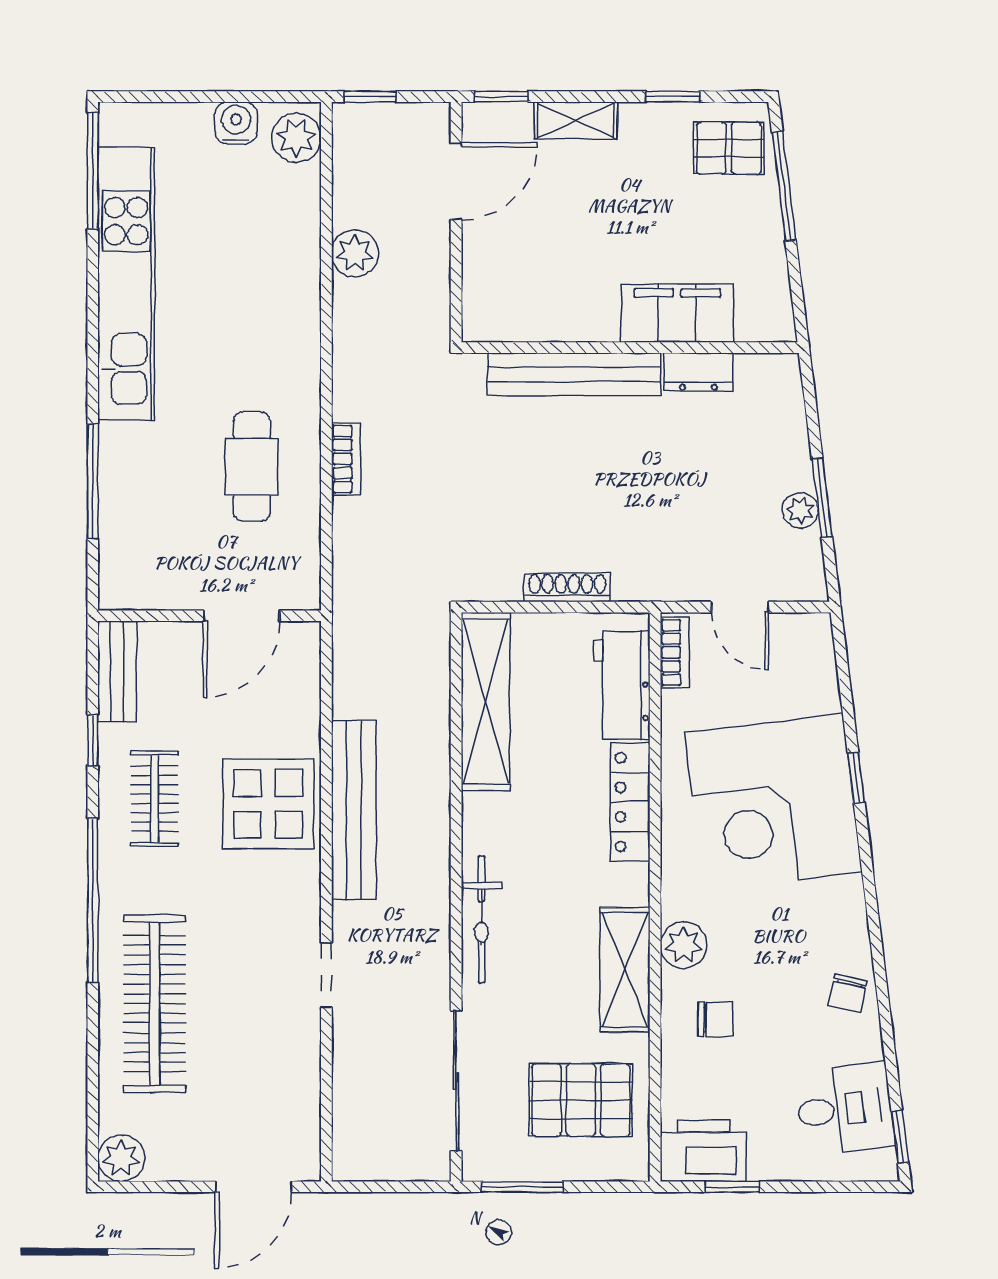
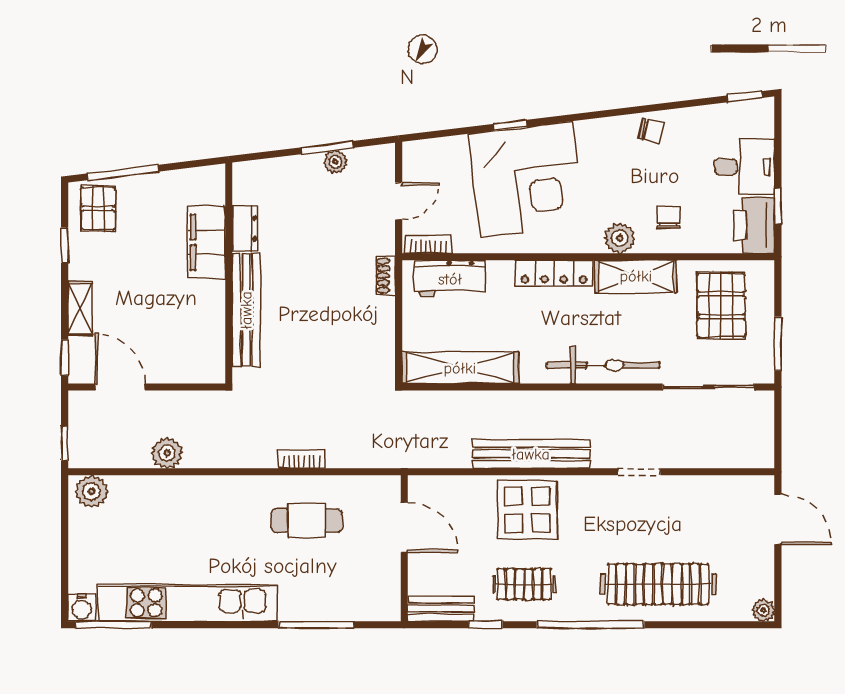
water cooler: (236, 123) -> (82, 607), moved, turned -90
shoe rack: (567, 587) -> (386, 276), moved, width x0.70
locker: (630, 802) -> (554, 273), moved
bicycle: (481, 919) -> (603, 365), width x1.37, depth x1.40
desk: (845, 1109) -> (744, 167), moved, turned 97
plant: (121, 1158) -> (763, 610), width x0.73, depth x0.73

